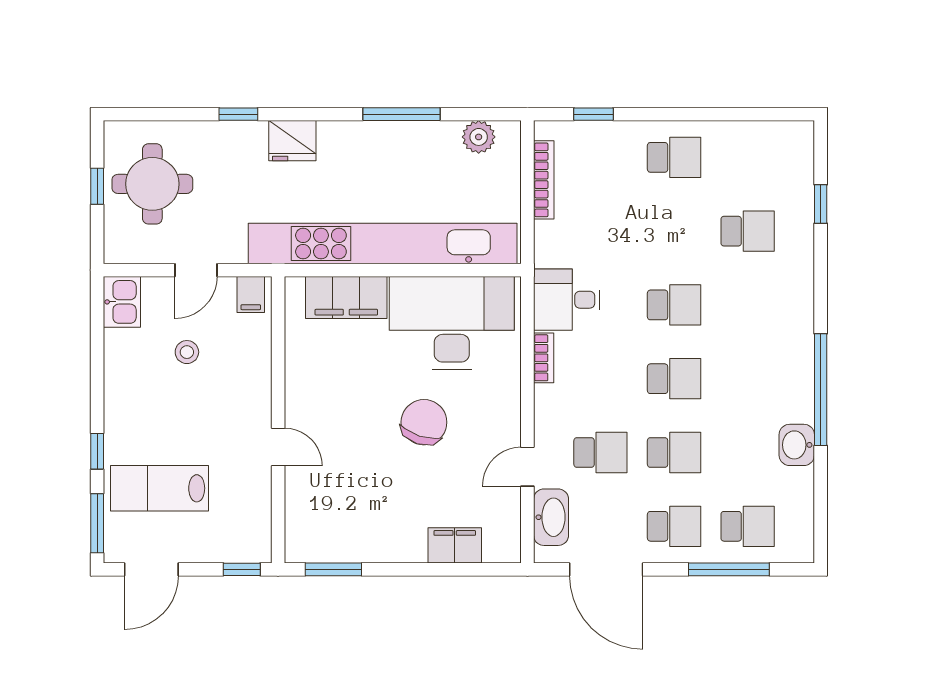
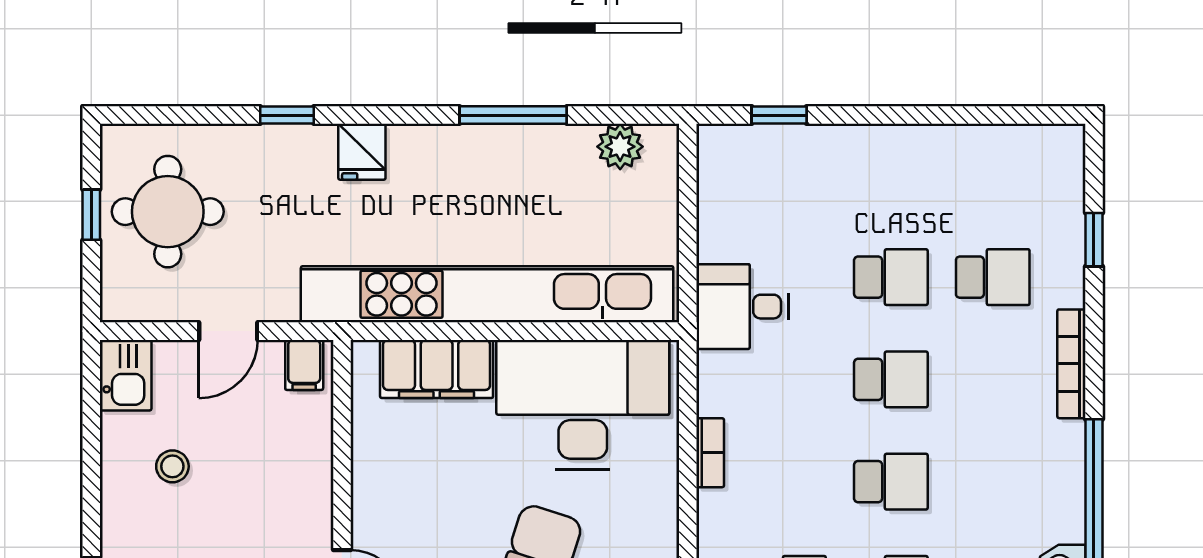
fridge: (292, 141) -> (362, 152), width x0.72
school desk: (674, 157) -> (891, 277), moved
bookcase: (544, 180) -> (1071, 364), moved, turned 180
desk: (567, 300) -> (742, 307), moved
stool: (187, 352) -> (172, 466), moved

